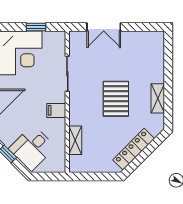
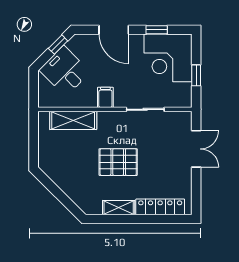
double door: (104, 27) -> (196, 149), swing flipped
shelving: (75, 140) -> (73, 120), width x1.50, depth x1.33
locker: (134, 149) -> (160, 207), moved, turned -45

